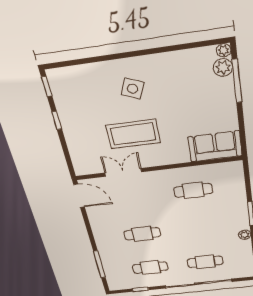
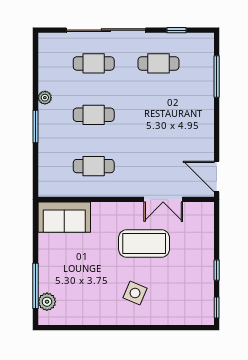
plant: (224, 50) -> (45, 318), removed
cafe table: (142, 234) -> (94, 115), moved

